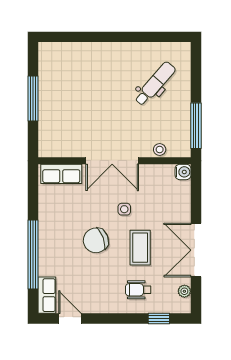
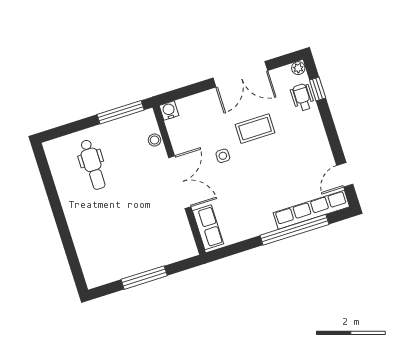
dental chair: (155, 84) -> (93, 165), turned -131
chair: (96, 240) -> (262, 174), removed
wheelchair: (138, 290) -> (302, 97), moved, turned 180
plant: (184, 291) -> (298, 68), moved
row of seats: (47, 295) -> (311, 210), width x2.02

